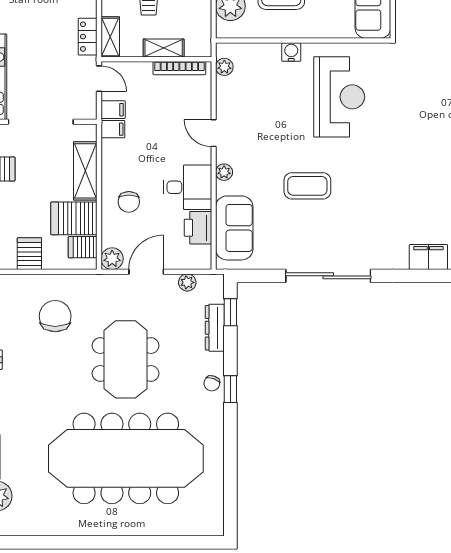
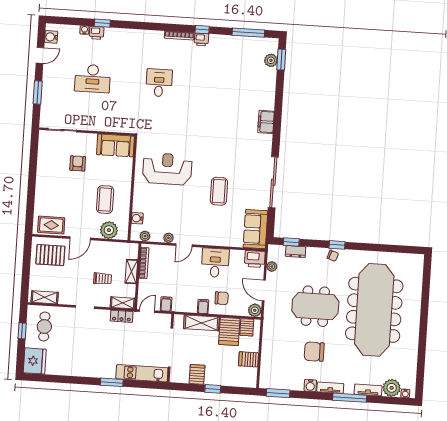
water cooler: (291, 52) -> (137, 218), moved
filing cabinet: (113, 129) -> (203, 306), moved
plant: (224, 172) -> (168, 238), moved
printer: (198, 228) -> (255, 259), moved
sofa: (234, 228) -> (255, 229), moved, turned -90
chair: (55, 316) -> (314, 352), moved
dresser: (215, 328) -> (296, 252), width x0.70

